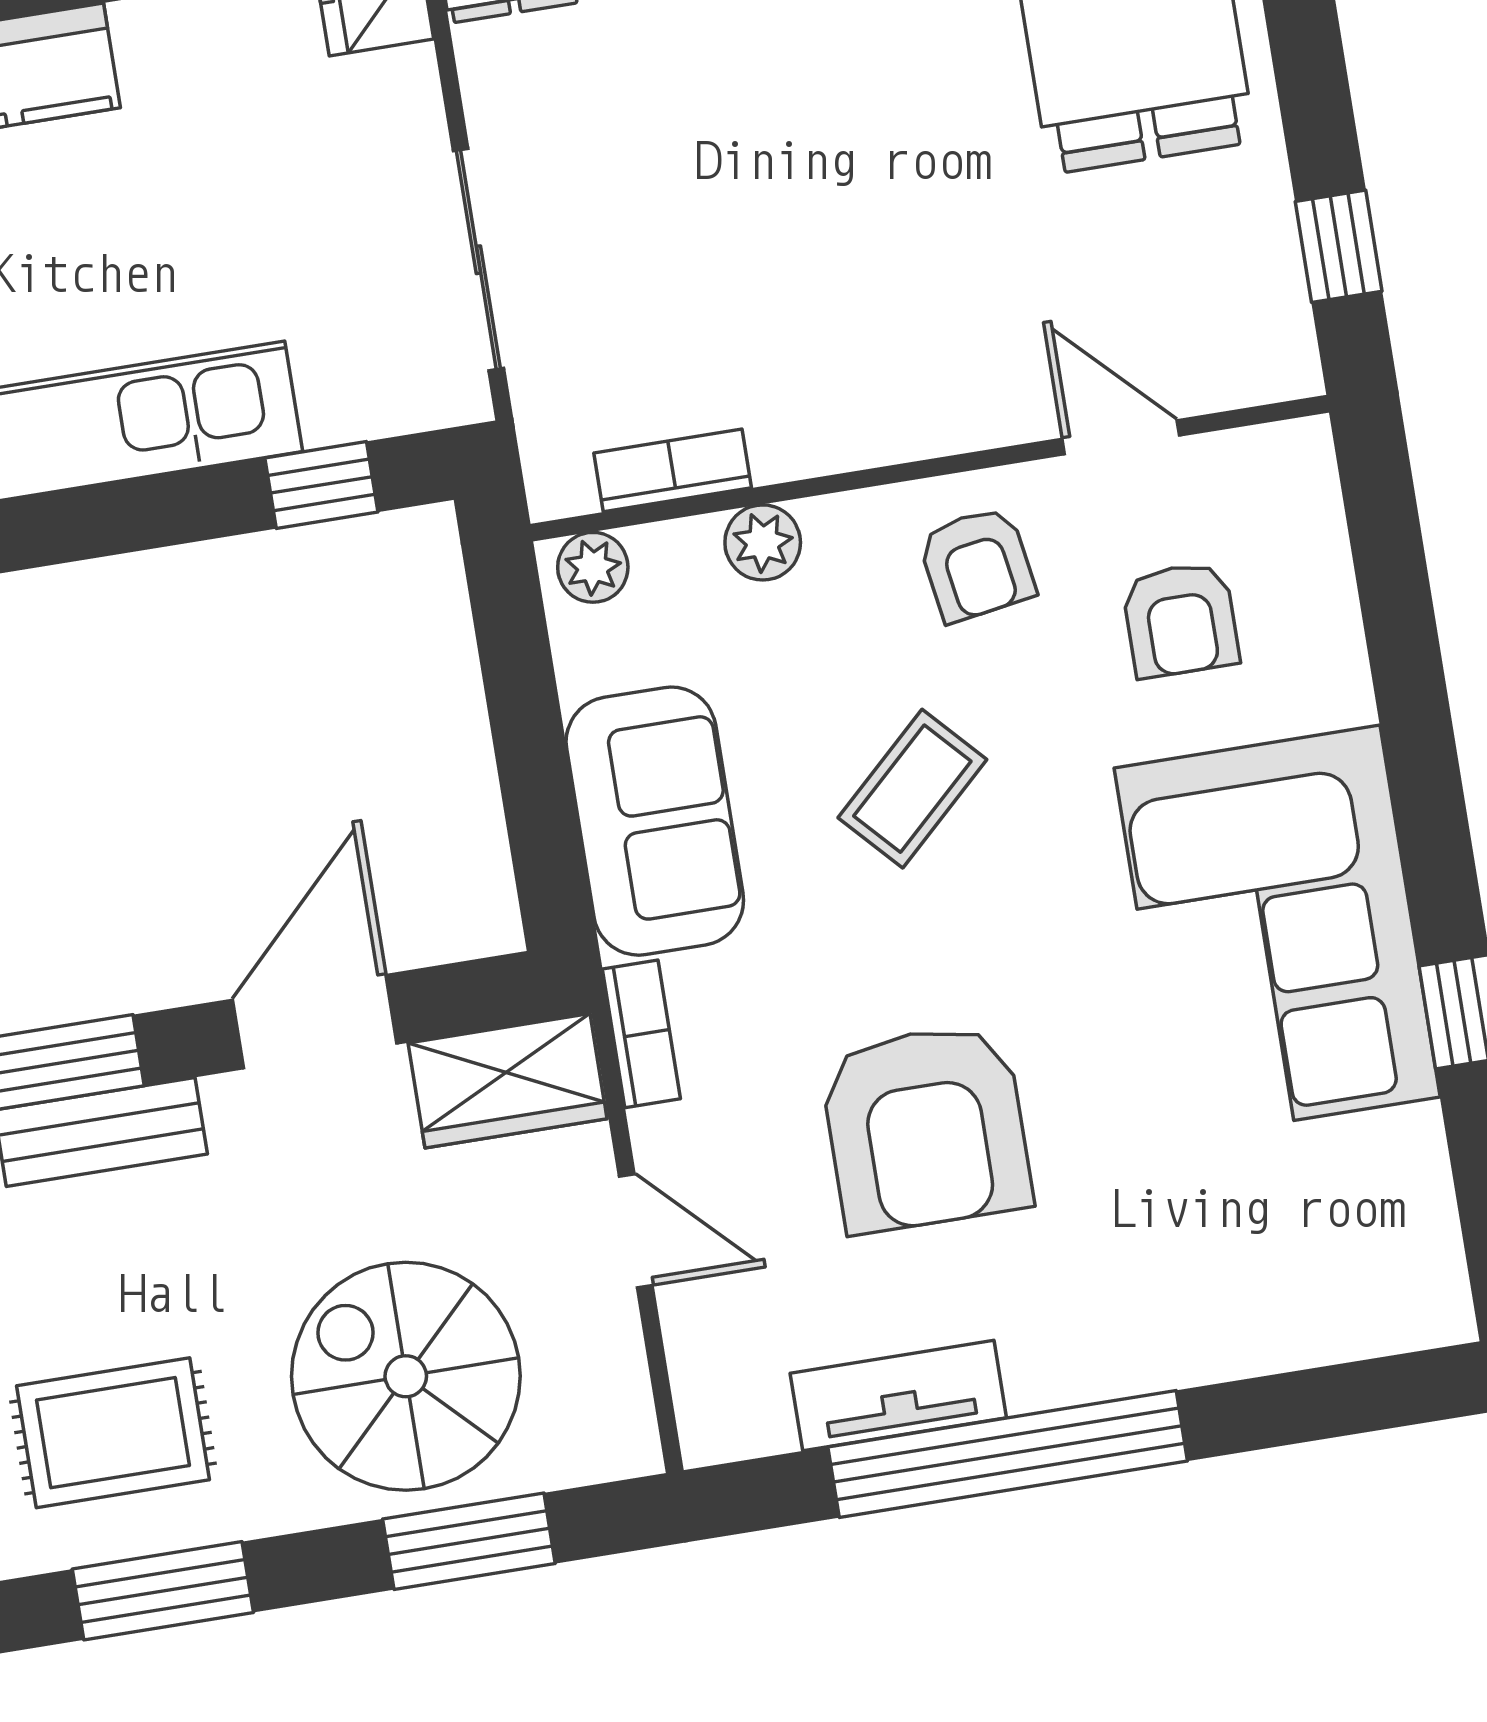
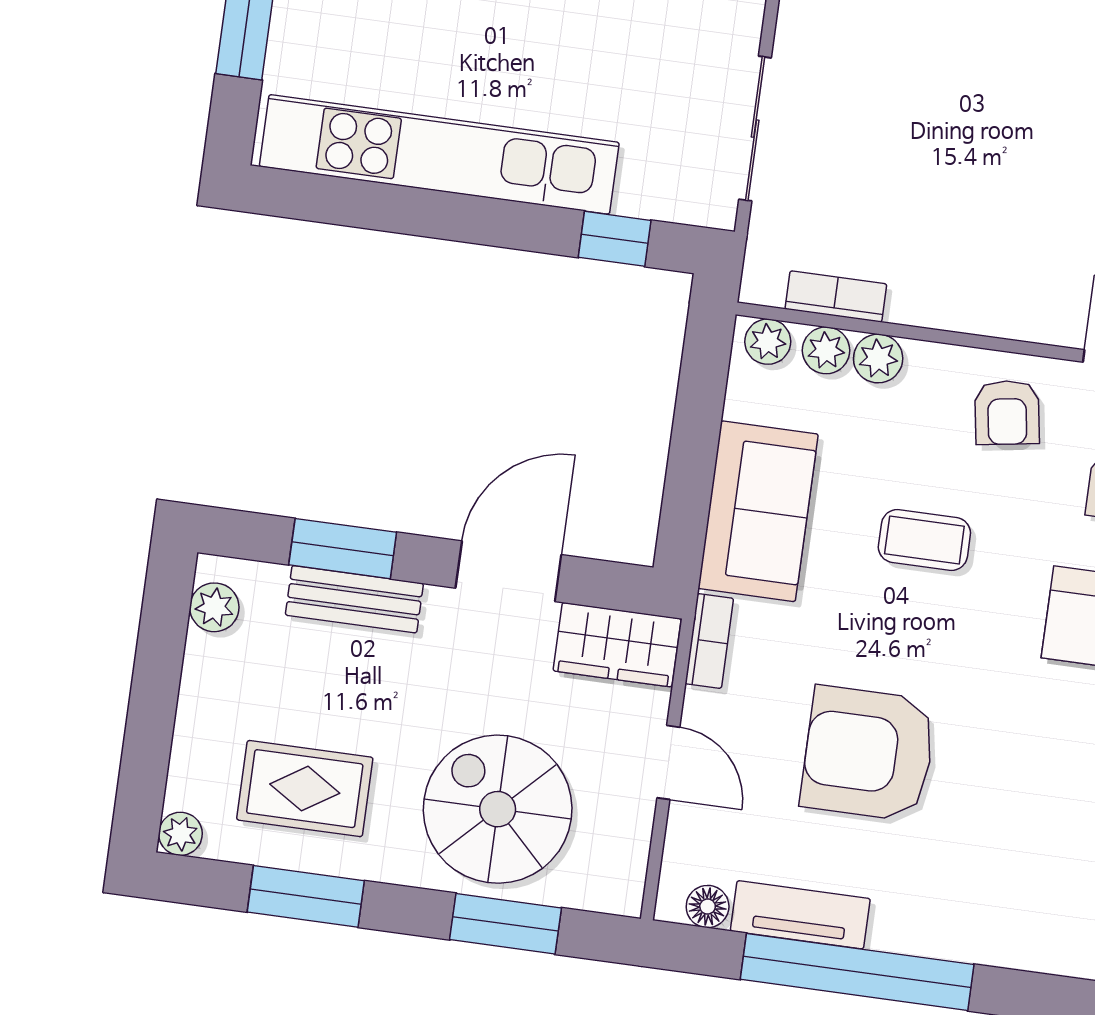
plant: (682, 554) -> (826, 350), added
coffee table: (912, 789) -> (924, 540), turned 43
armchair: (926, 1128) -> (868, 754), turned 90
floor lamp: (758, 1425) -> (708, 906), added

